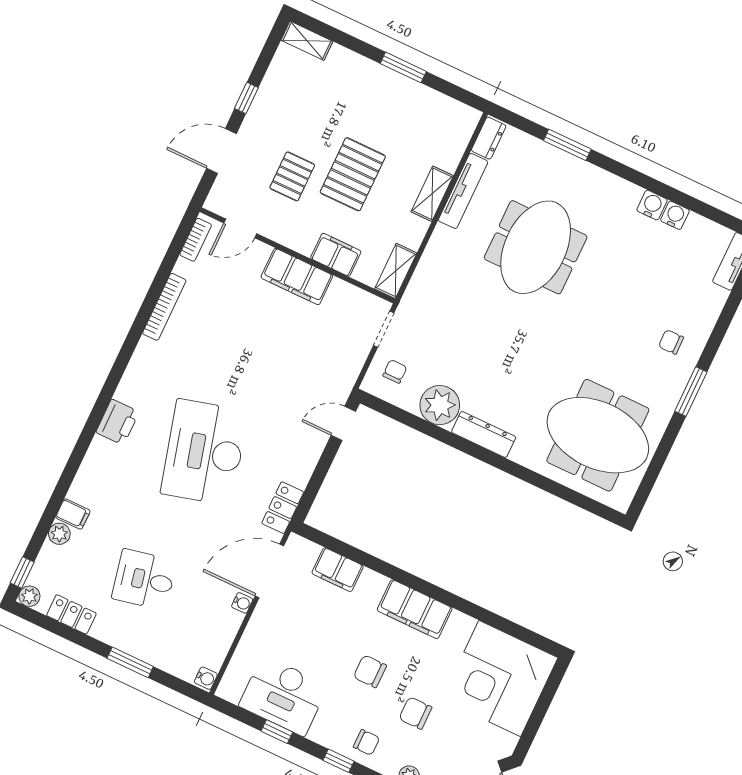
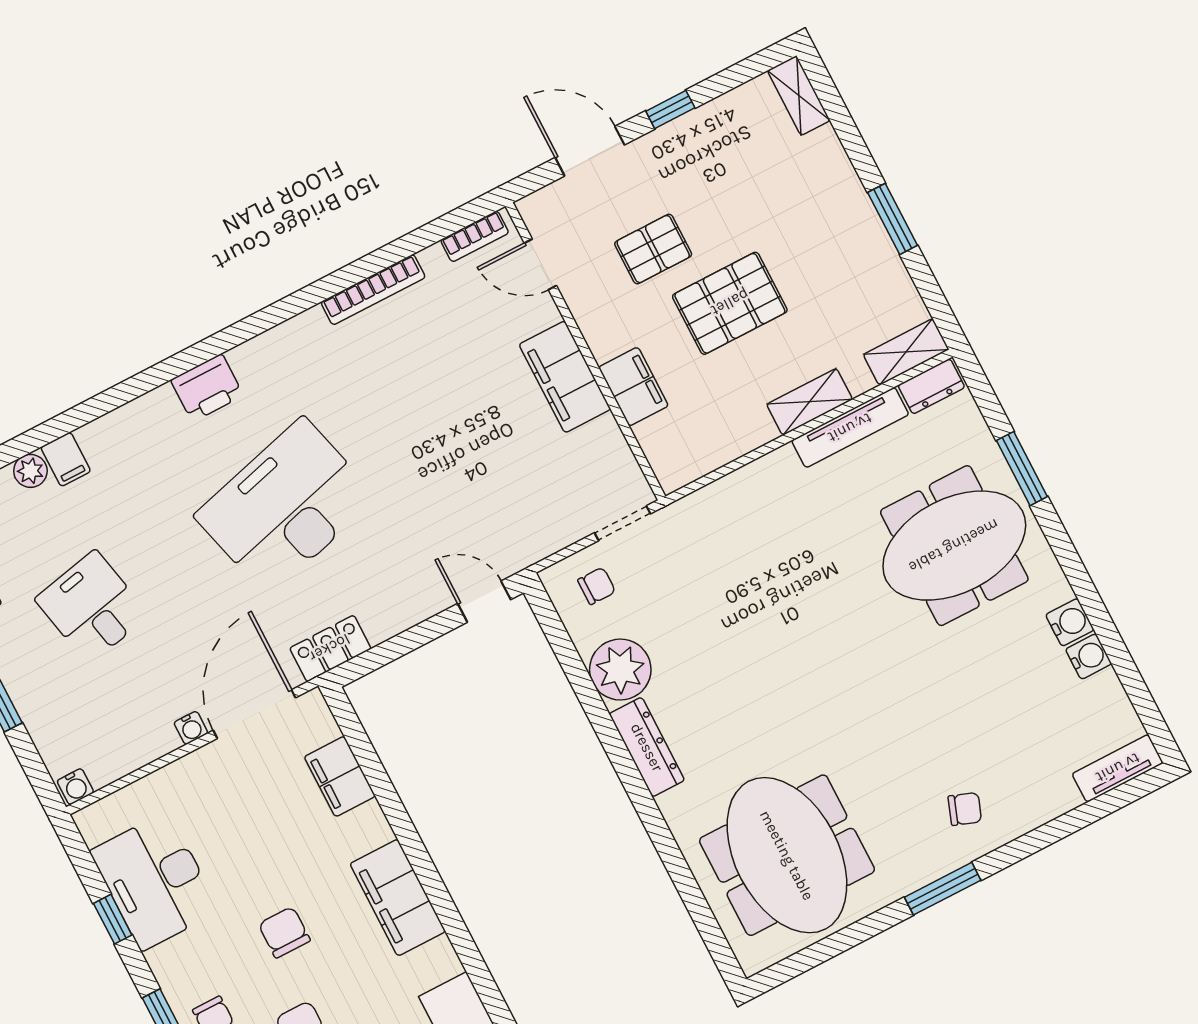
meeting table: (536, 247) -> (954, 546), moved
shelving: (396, 271) -> (906, 352), moved
chair: (671, 342) -> (965, 809), turned 111
door: (269, 571) -> (254, 714), hinge flipped

